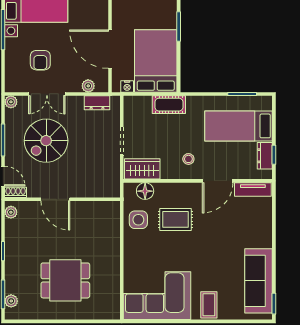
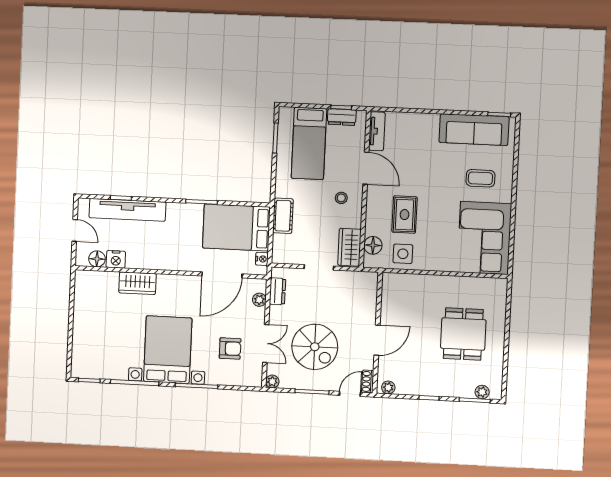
coffee table: (209, 305) -> (480, 178), moved

